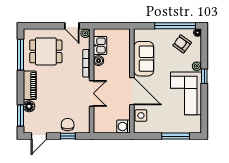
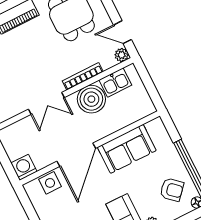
door: (72, 26) -> (123, 32), hinge flipped
armchair: (182, 44) -> (172, 190), turned 96
boiler: (98, 61) -> (91, 99), width x1.86, depth x1.86

